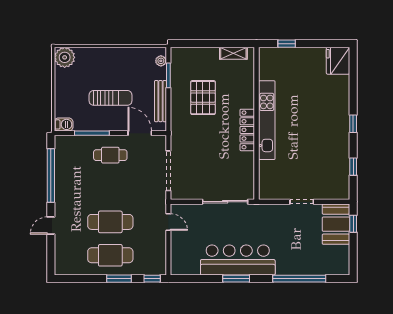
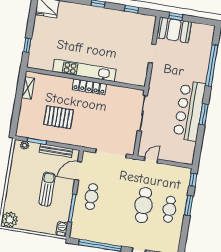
cafe table: (110, 255) -> (169, 209), width x0.73, depth x0.74

